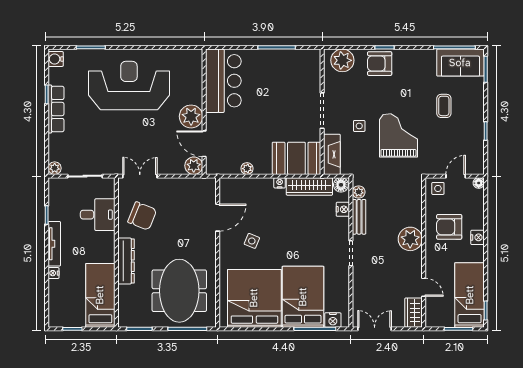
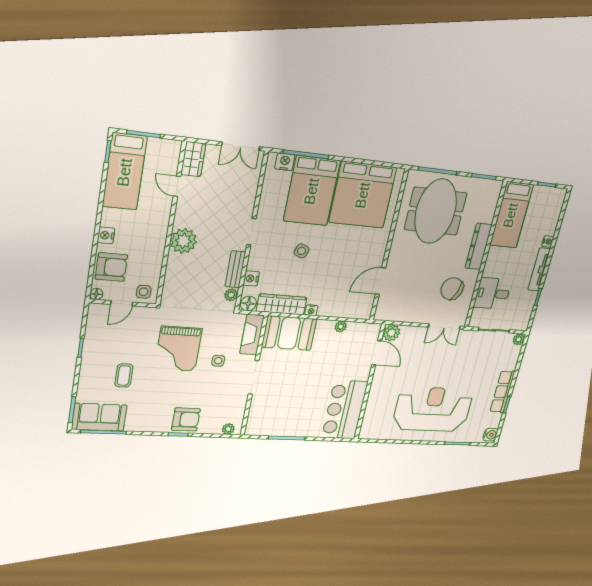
plant: (342, 60) -> (228, 429), width x0.53, depth x0.53
reception desk: (129, 85) -> (433, 409), turned 180
plant: (191, 116) -> (383, 379), removed
armchair: (449, 227) -> (111, 267), moved
side table: (252, 241) -> (302, 251), moved

